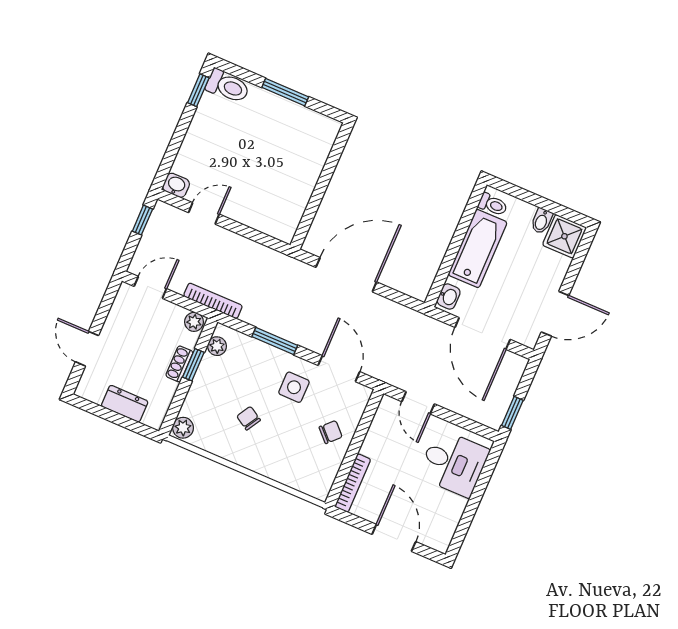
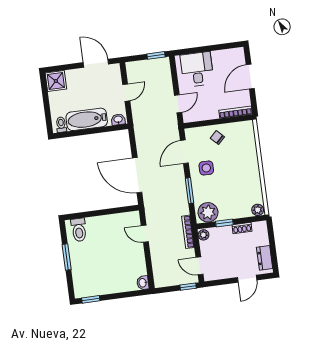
toilet: (228, 86) -> (79, 230), moved, turned 180
door: (204, 213) -> (145, 234), moved
window: (142, 220) -> (188, 287), moved
bidet: (542, 221) -> (55, 96), removed
door: (483, 333) -> (126, 93), width x0.53
plant: (217, 346) -> (208, 212), width x1.88, depth x1.88
shoe rack: (179, 364) -> (242, 228), moved
dresser: (125, 404) -> (265, 258), moved
chair: (249, 418) -> (234, 181), removed

